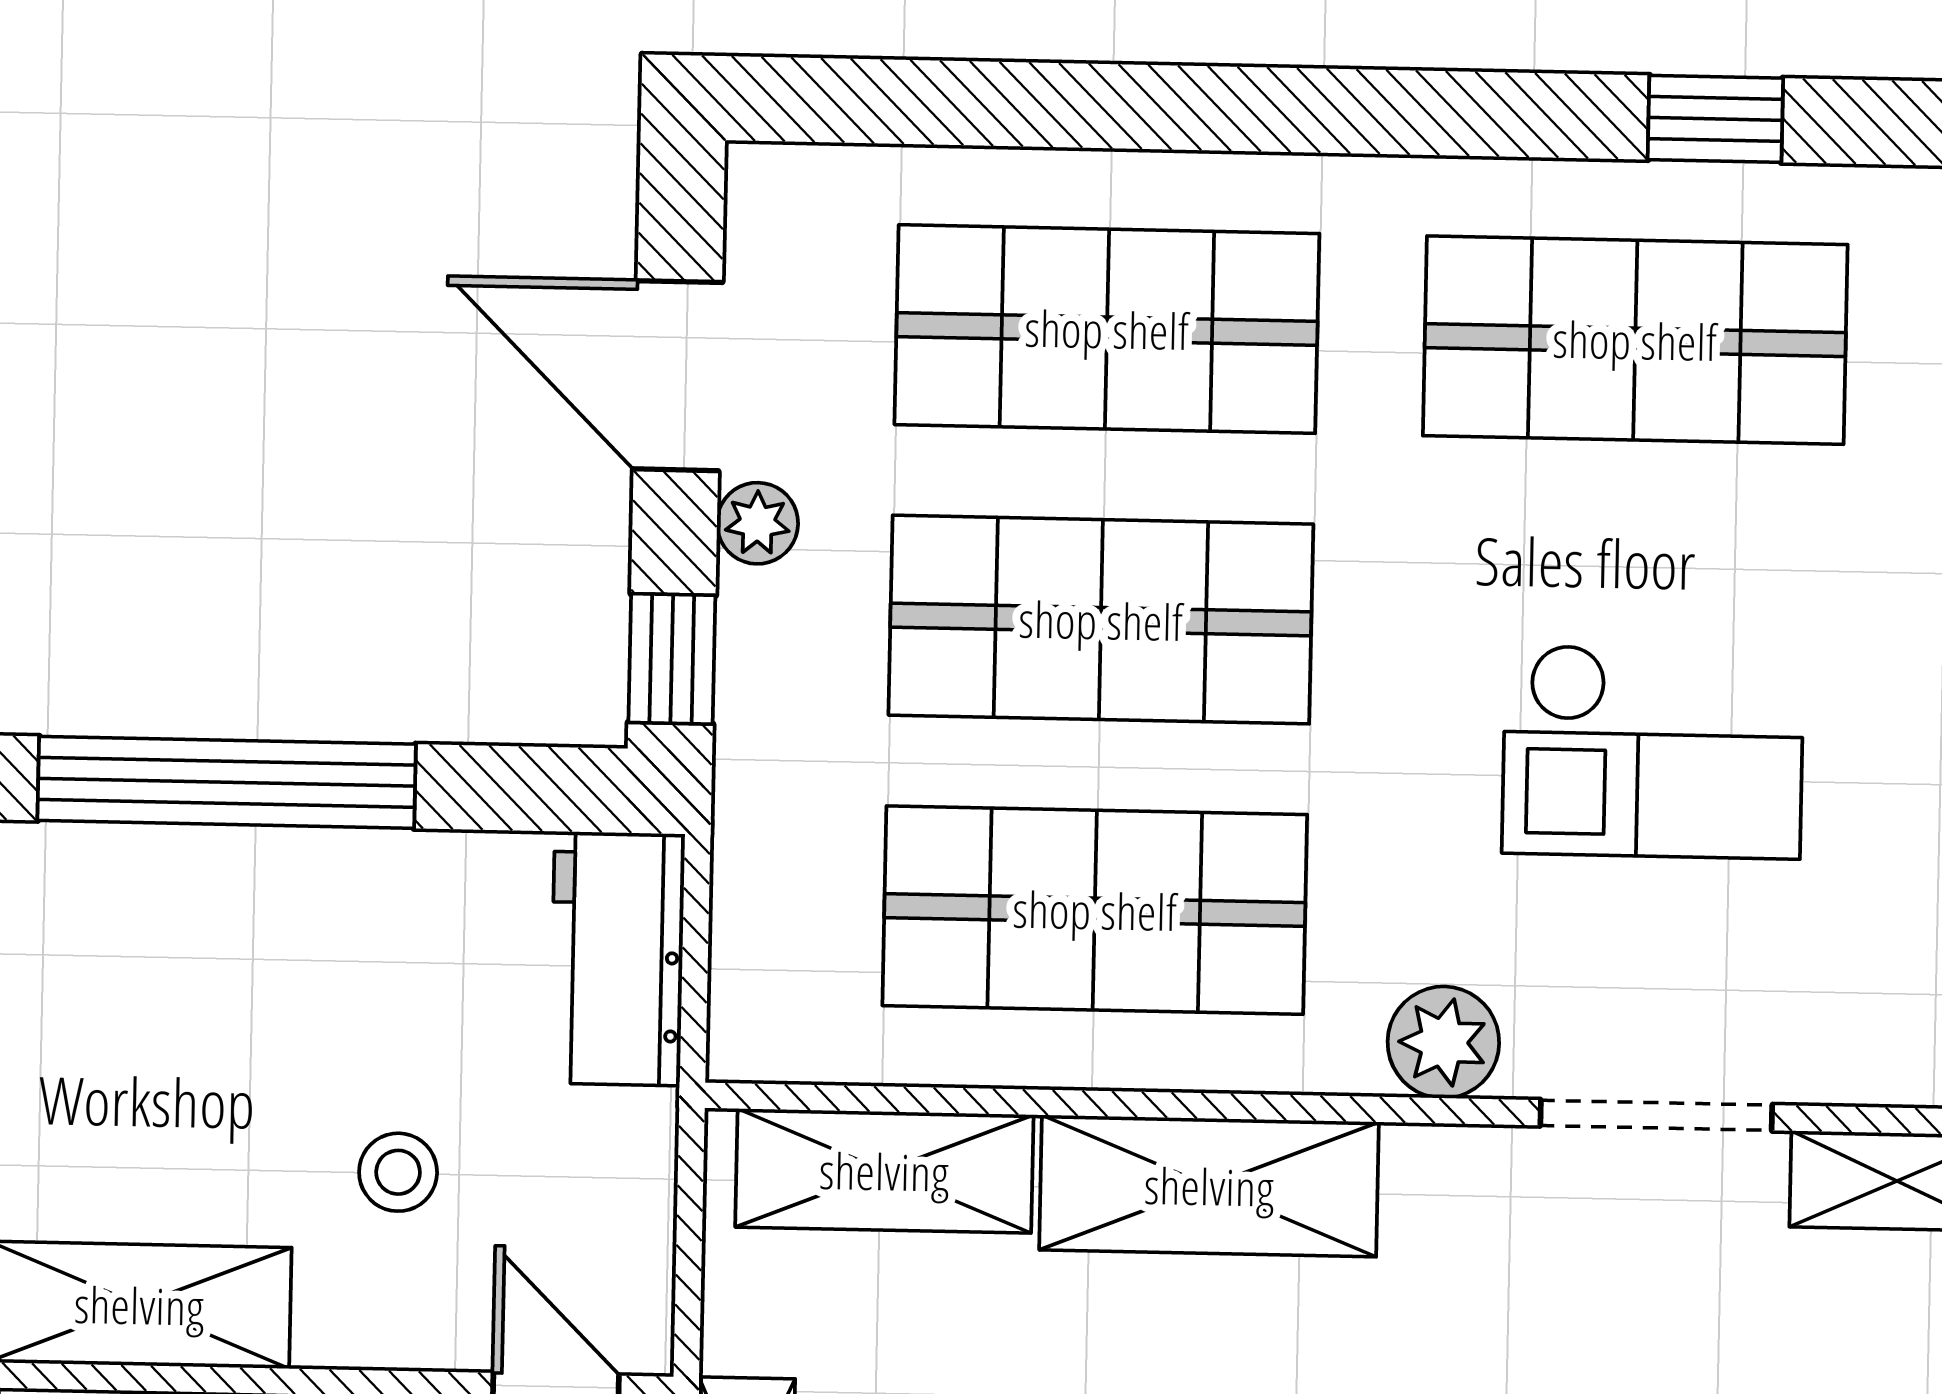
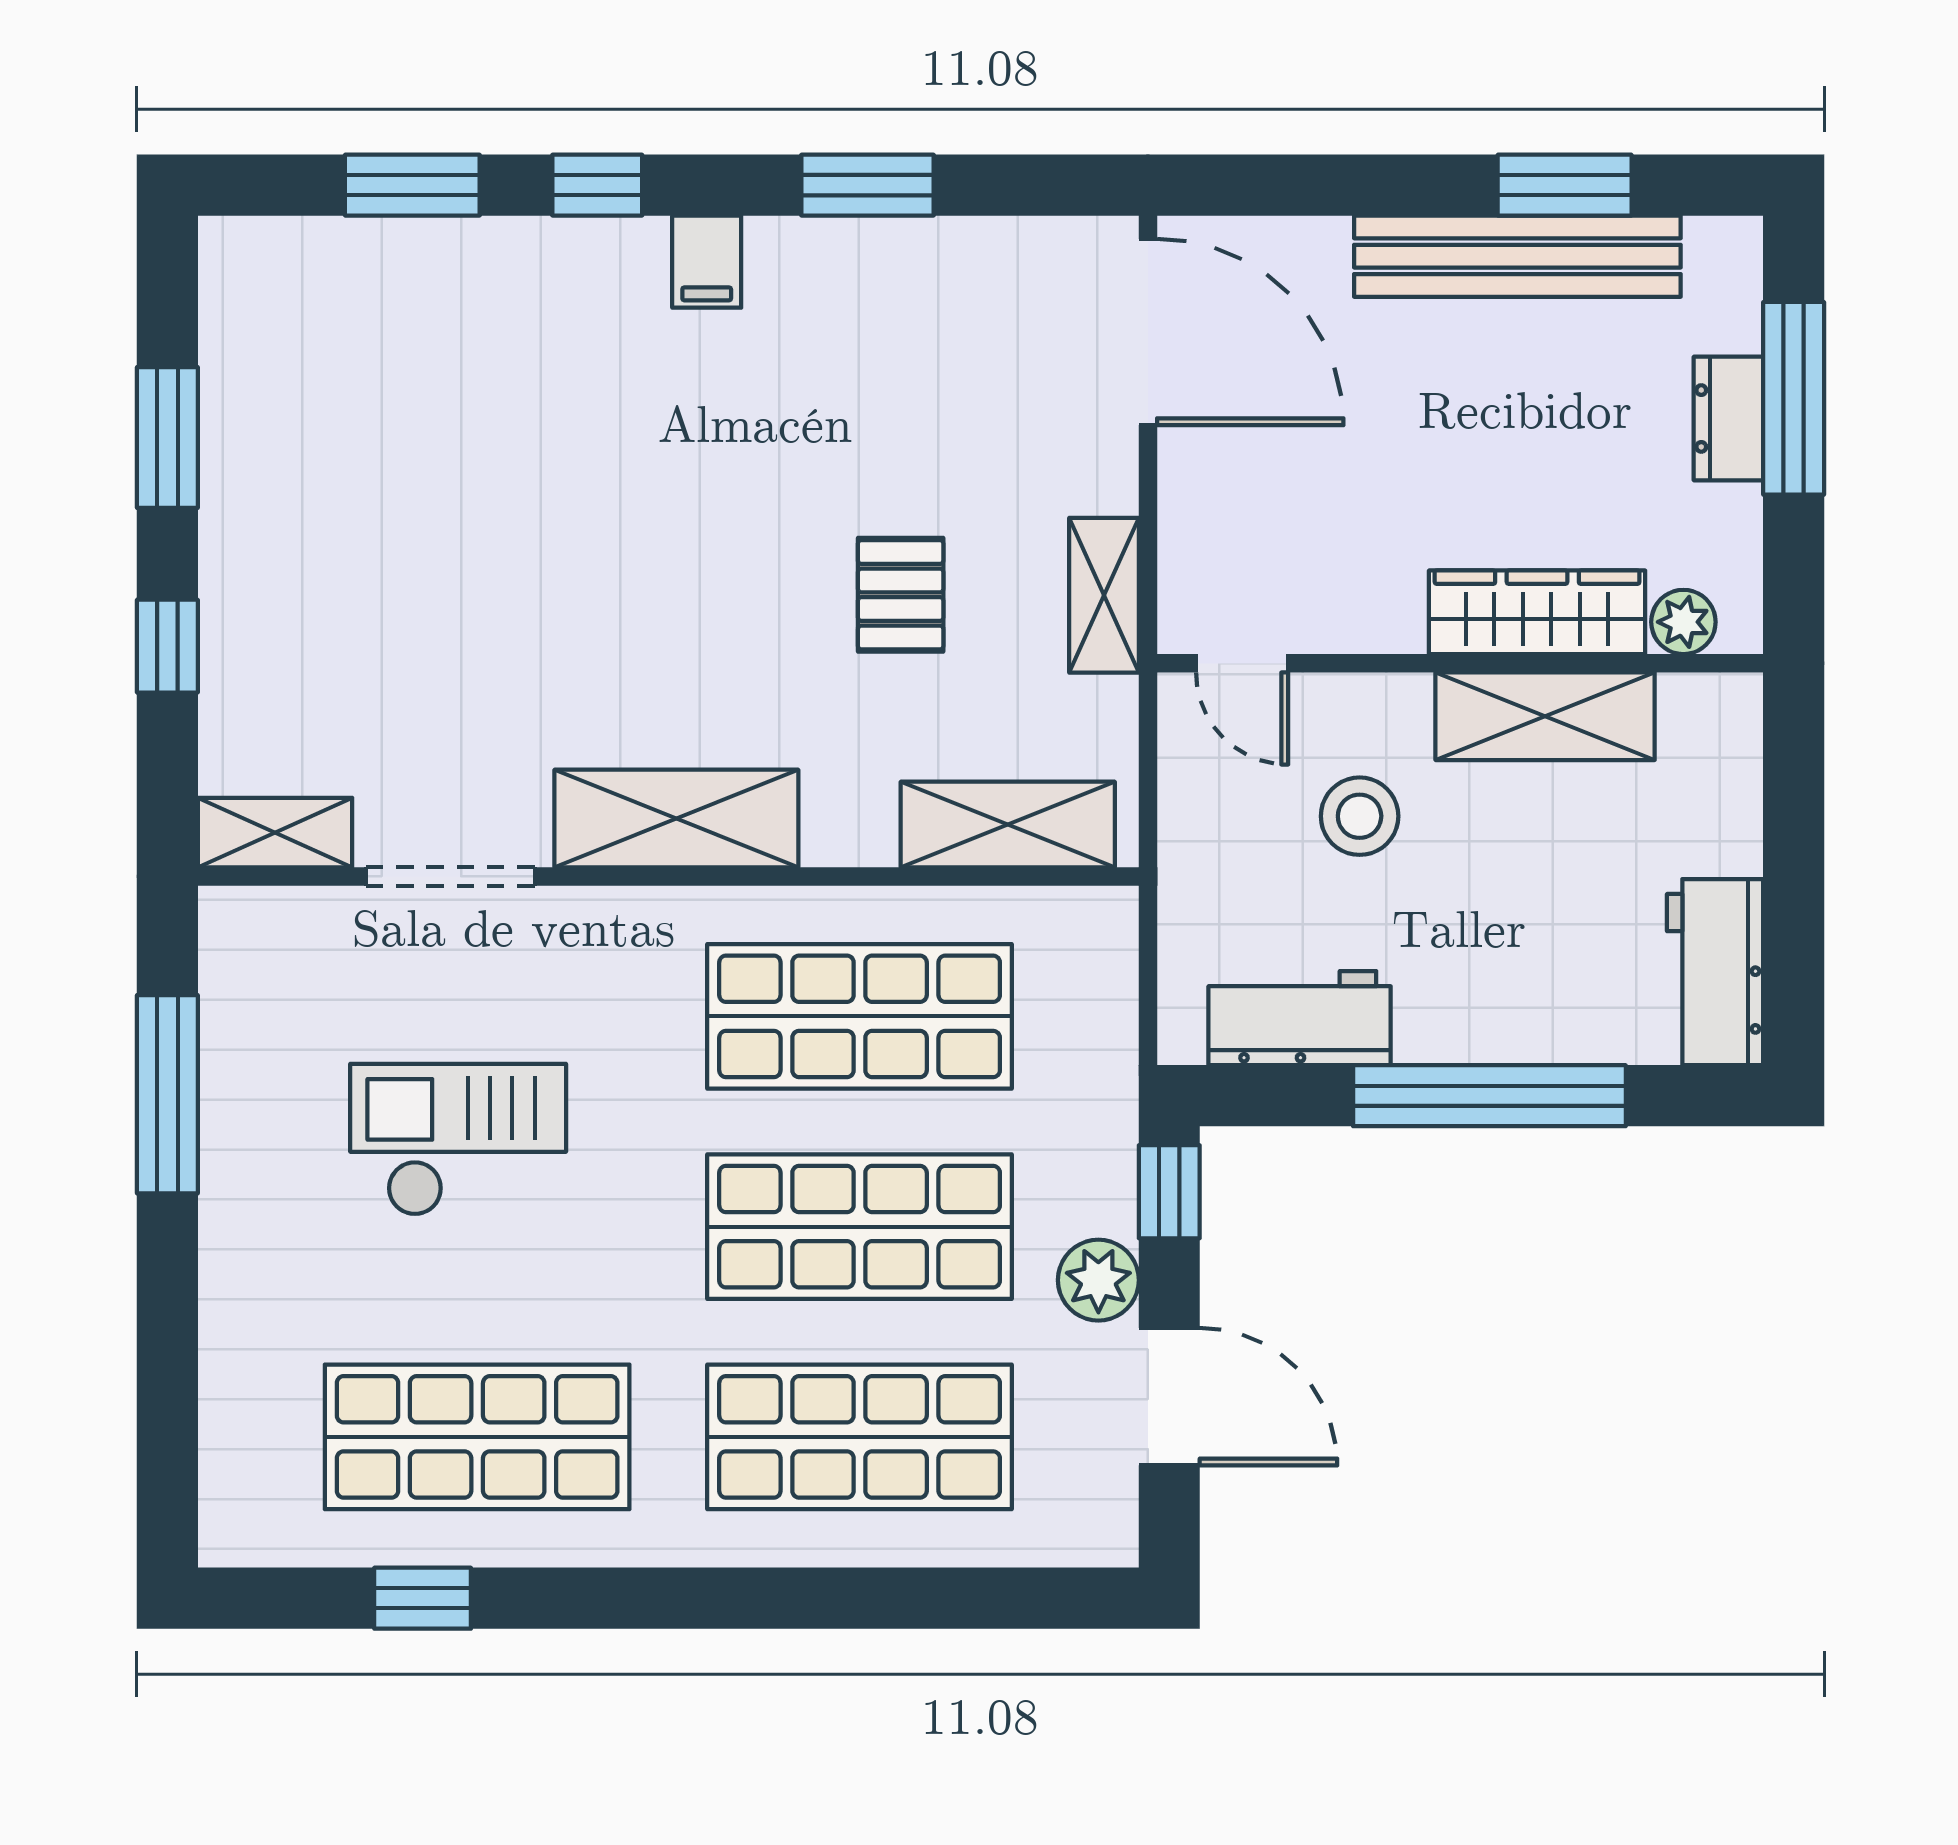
plant: (757, 523) -> (1098, 1280), width x1.38, depth x1.38
workbench: (617, 959) -> (1300, 1018), moved, turned -90
plant: (1443, 1042) -> (605, 926), removed
stool: (398, 1172) -> (1360, 816), width x1.37, depth x1.37
shelving: (1209, 1186) -> (676, 819), moved

